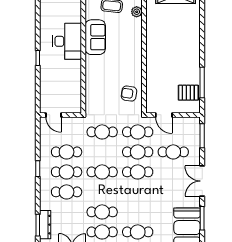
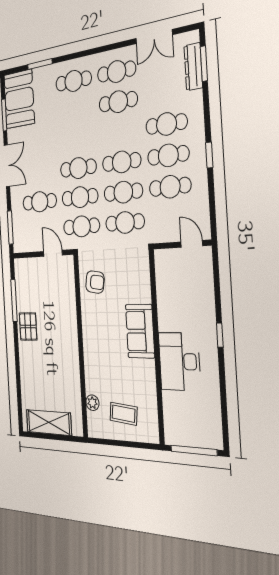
sofa: (95, 37) -> (140, 331), moved
pallet: (188, 93) -> (28, 327), moved, turned 90
cafe table: (102, 152) -> (123, 192), added

